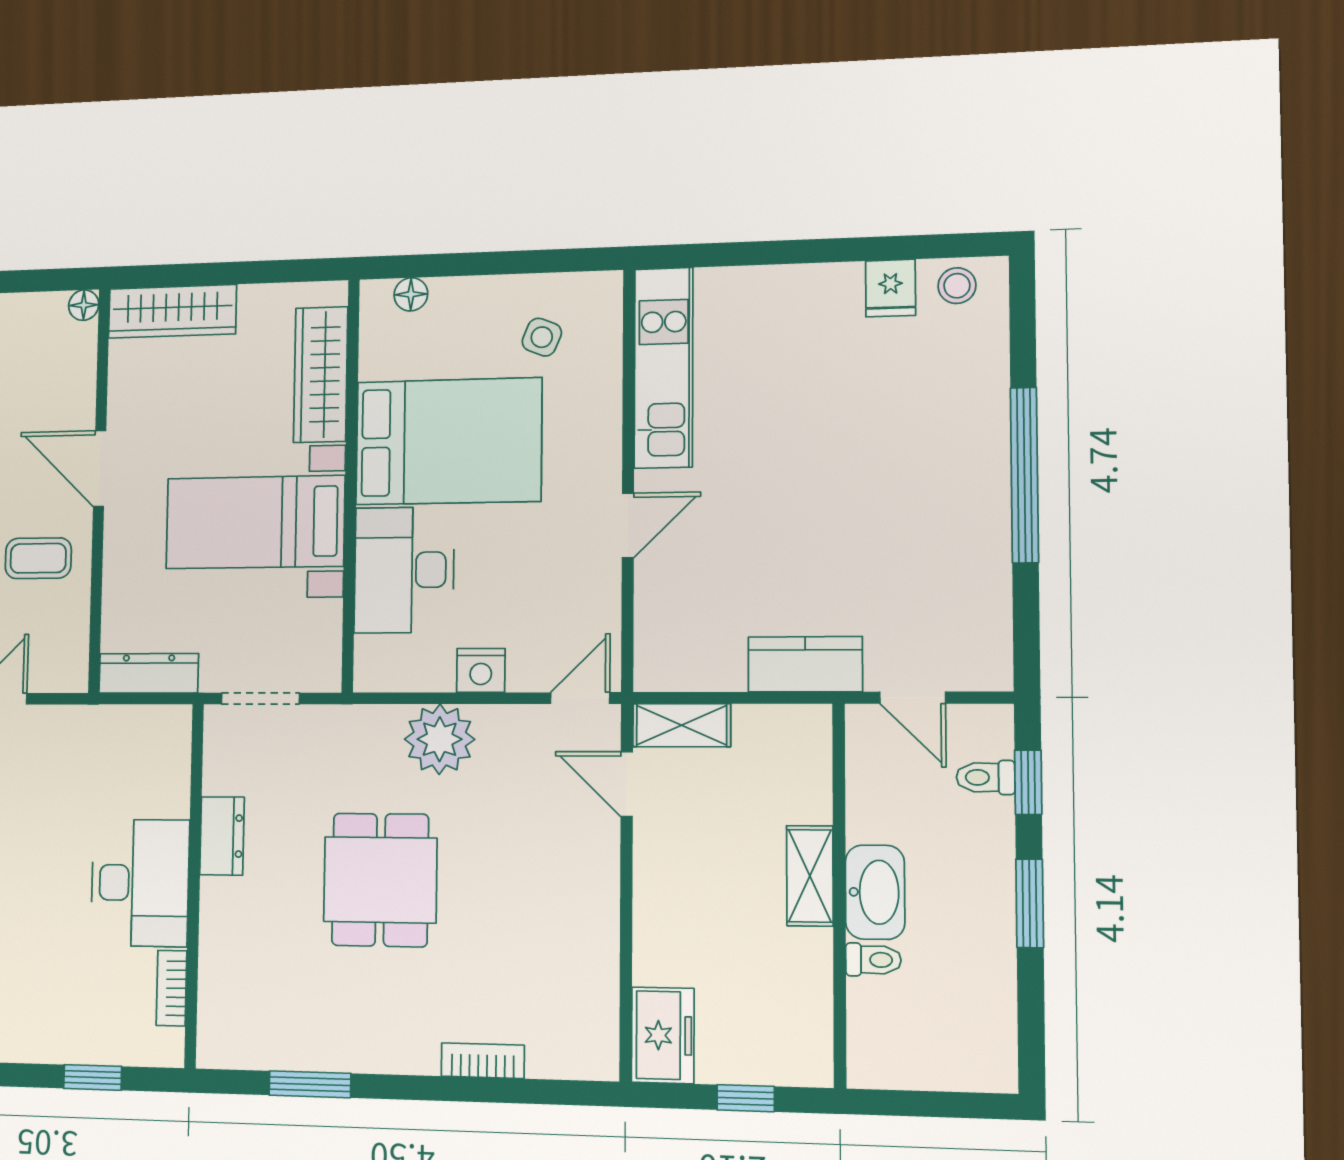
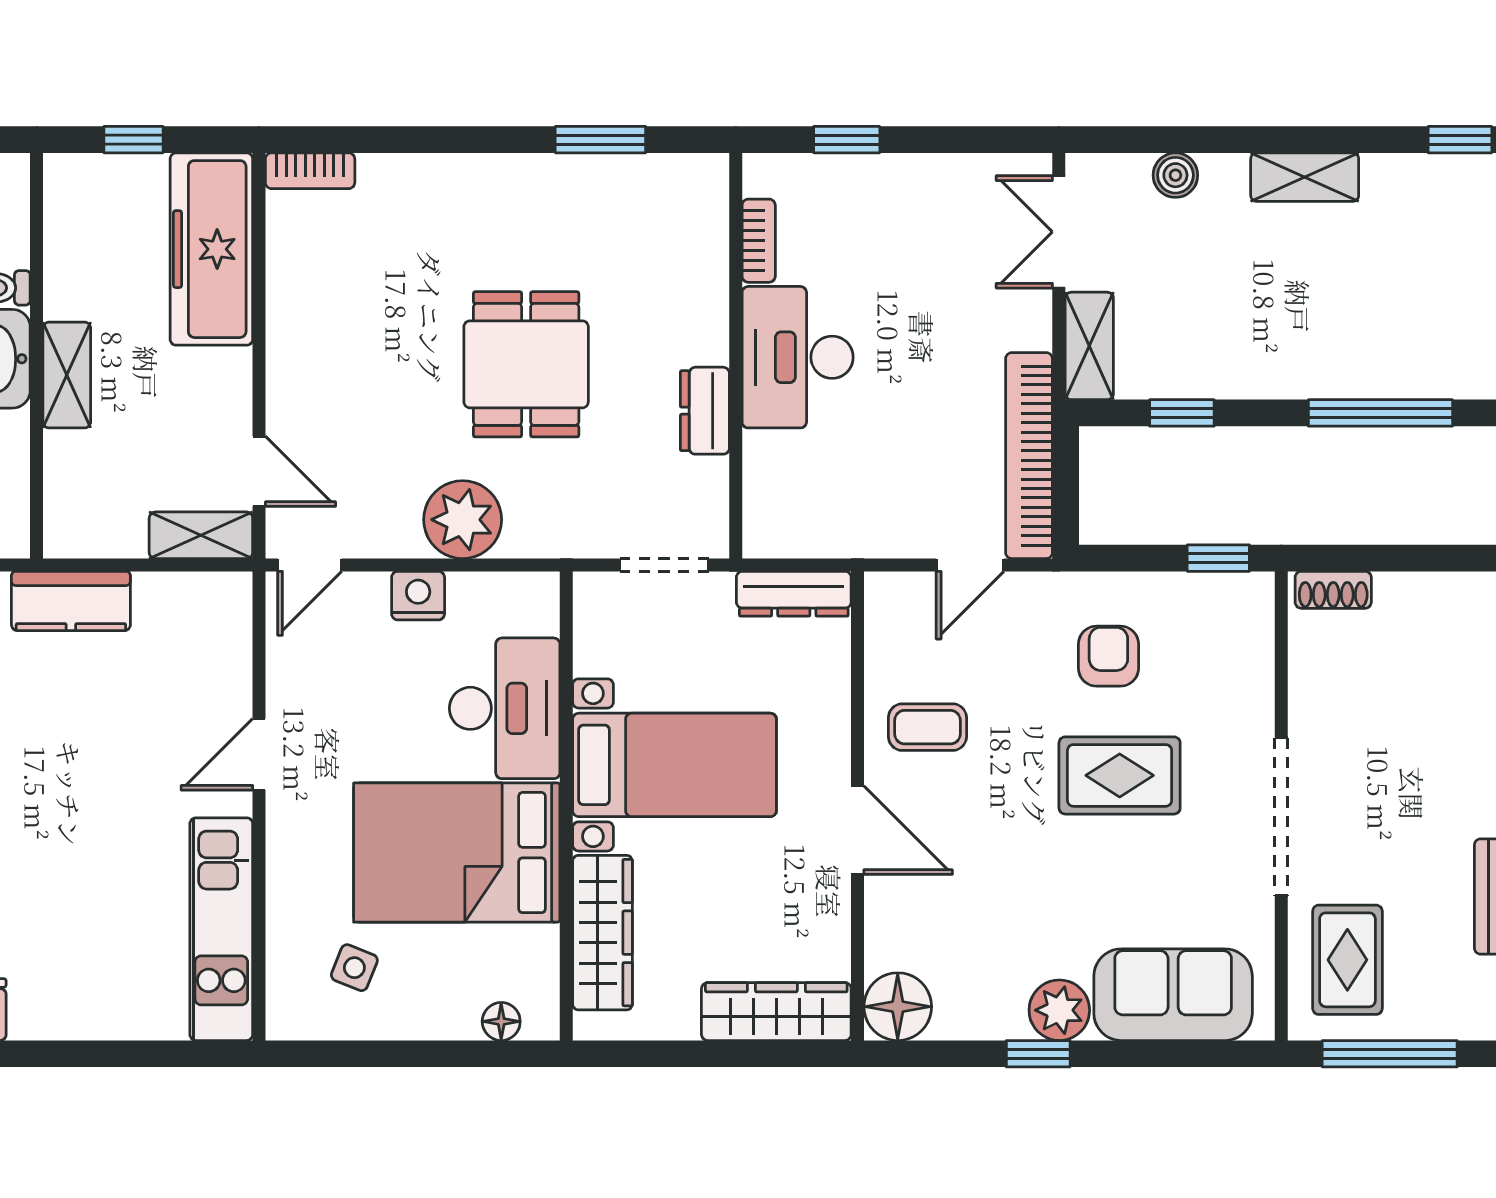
floor lamp: (84, 305) -> (898, 1007), width x1.89, depth x1.89
freezer: (663, 1035) -> (211, 249), width x1.91, depth x1.26
bookcase: (483, 1061) -> (310, 171), moved

